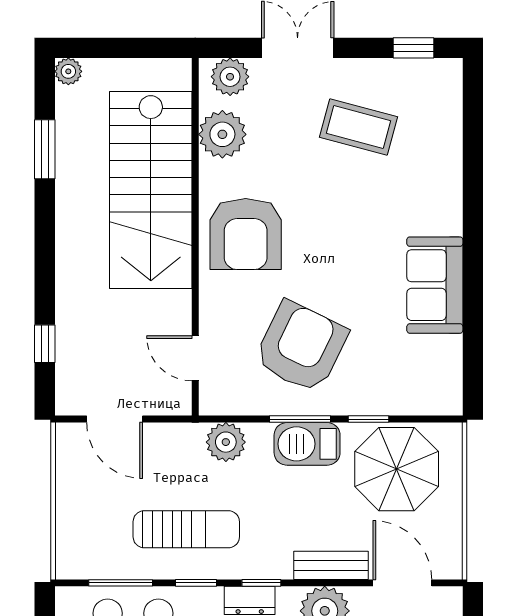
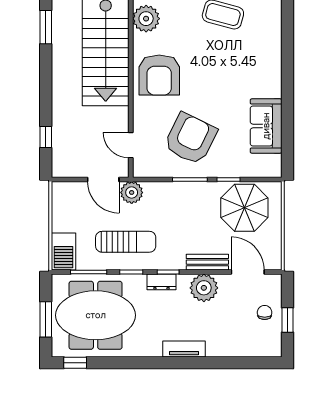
sofa: (435, 285) -> (266, 126), moved
door: (115, 419) -> (103, 179), moved
plant: (226, 442) -> (132, 192), moved
barbecue: (307, 444) -> (63, 252), moved, turned -90

